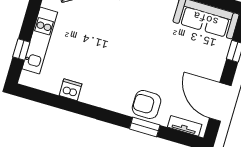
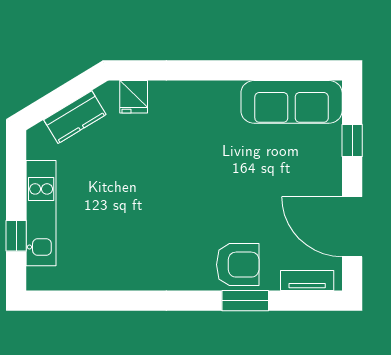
dishwasher: (70, 90) -> (112, 276), removed
armchair: (147, 104) -> (238, 265), turned 180

